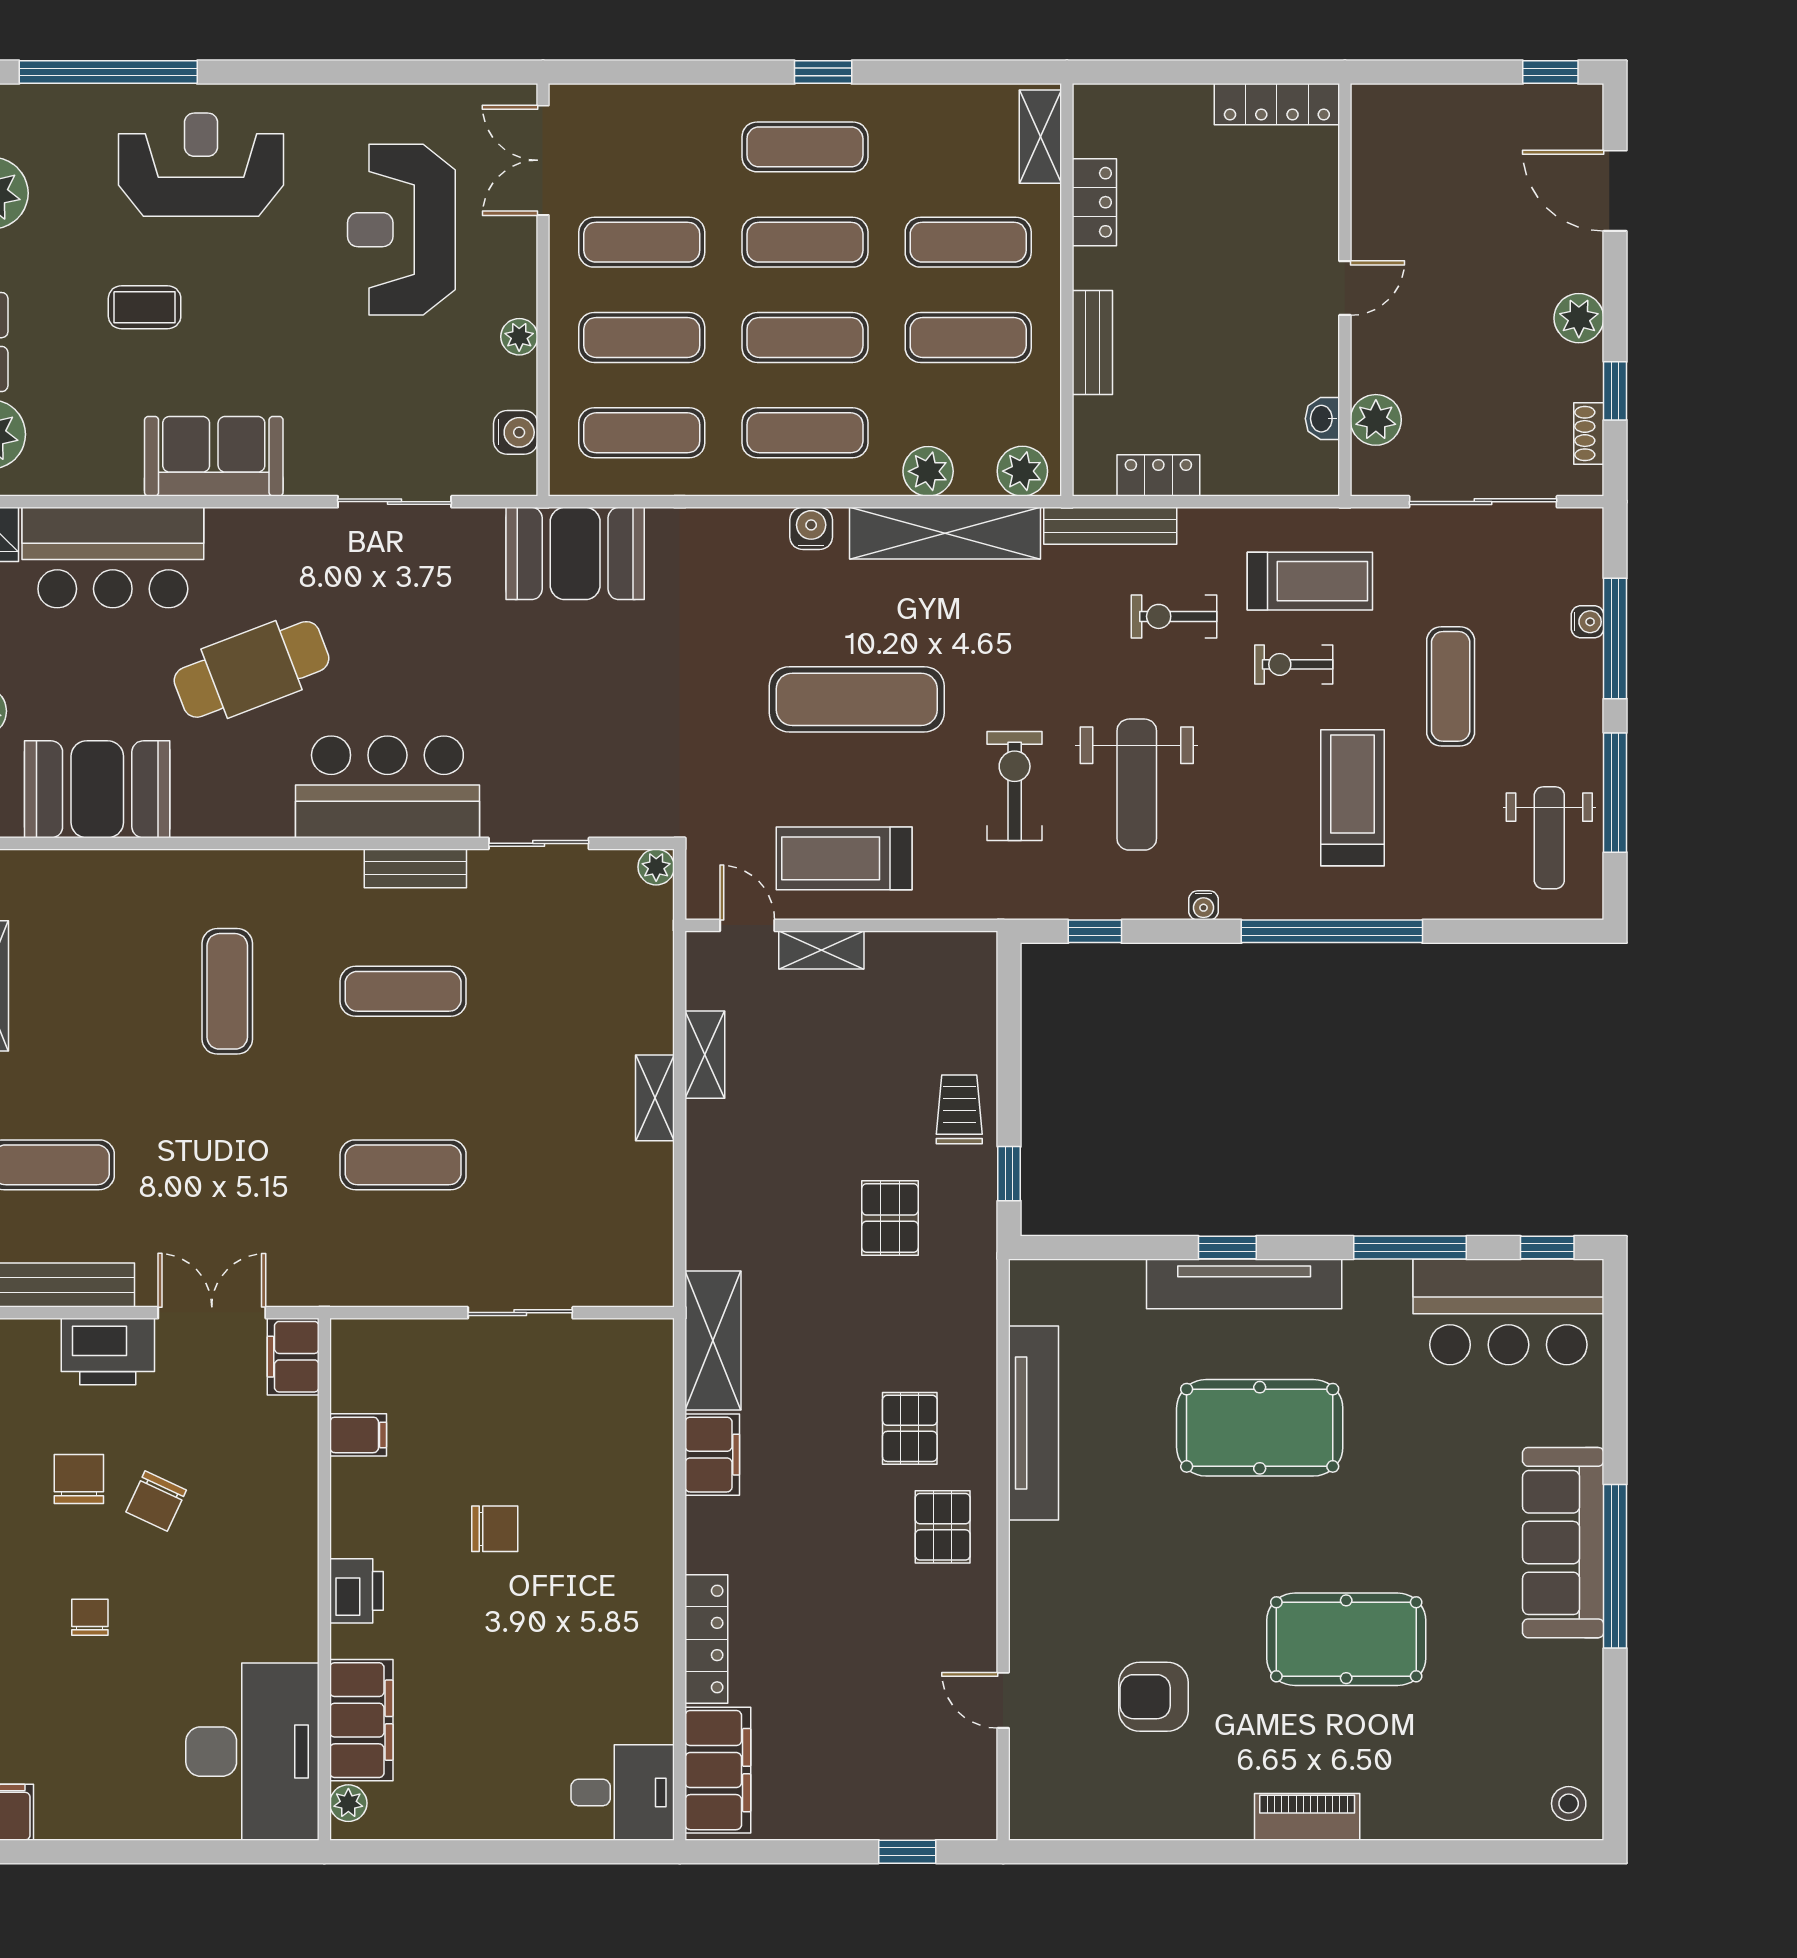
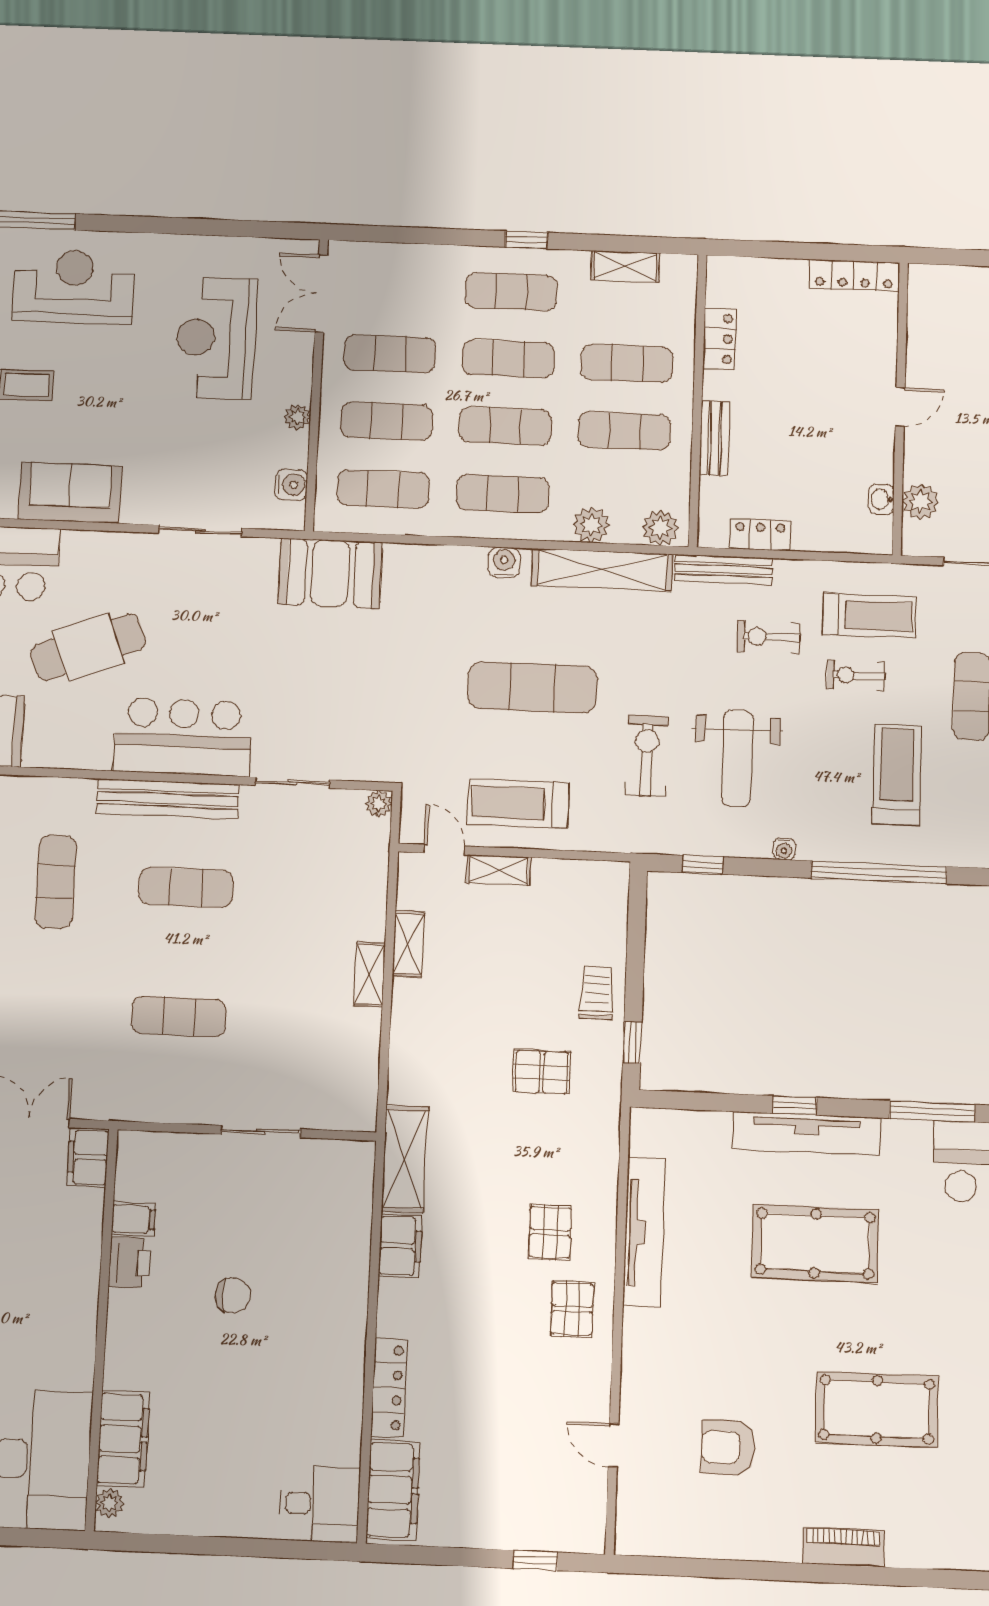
shelving: (1040, 137) -> (625, 266), moved, turned 90
bench: (415, 868) -> (168, 799), width x1.86, depth x1.21
pallet: (890, 1218) -> (542, 1072), turned 90
printer: (356, 1591) -> (130, 1263), moved

